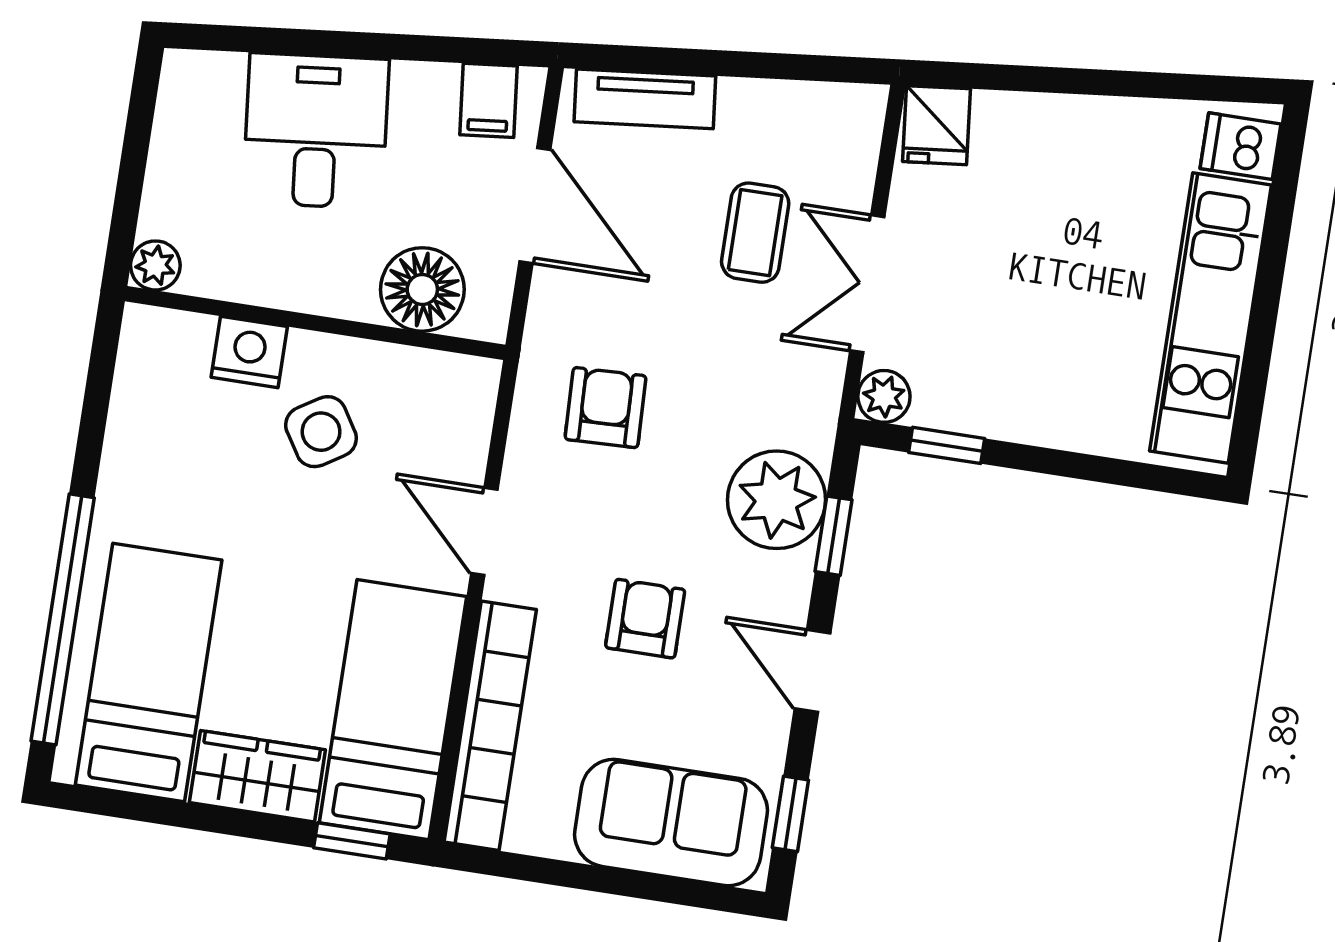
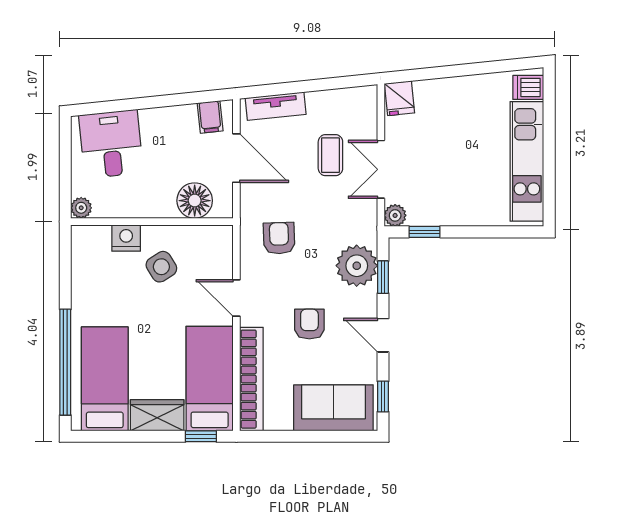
desk: (316, 131) -> (111, 144), moved

